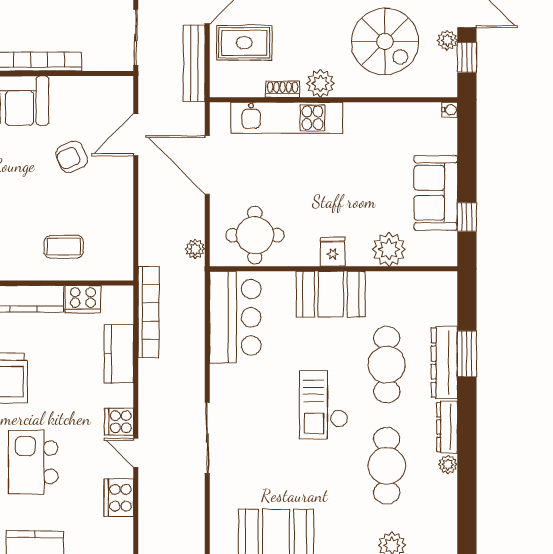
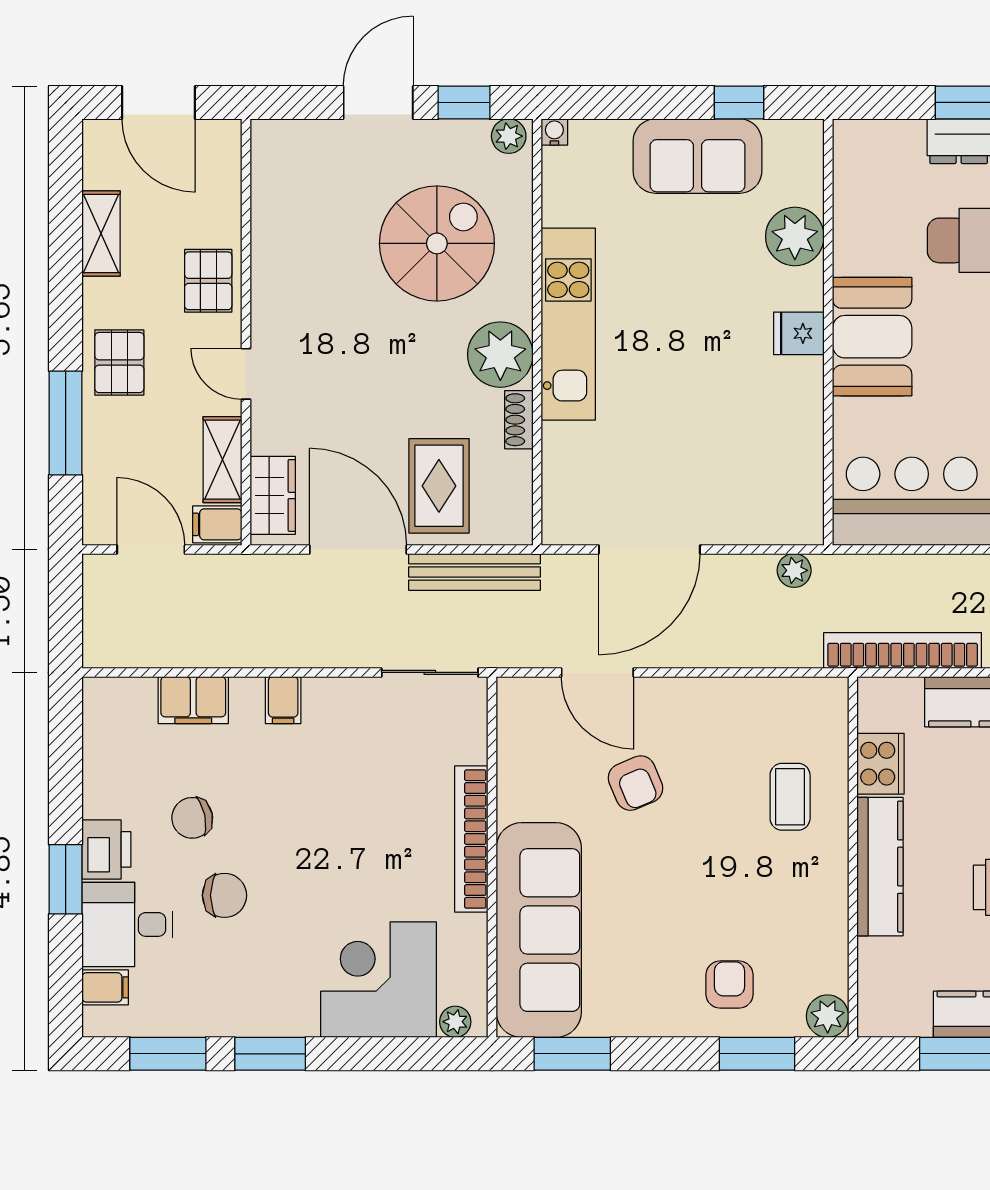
plant: (447, 40) -> (509, 136), moved
plant: (320, 83) -> (500, 355), width x1.36, depth x1.36
kitchen unit: (287, 118) -> (568, 324), moved
round table: (255, 235) -> (770, 467), removed

